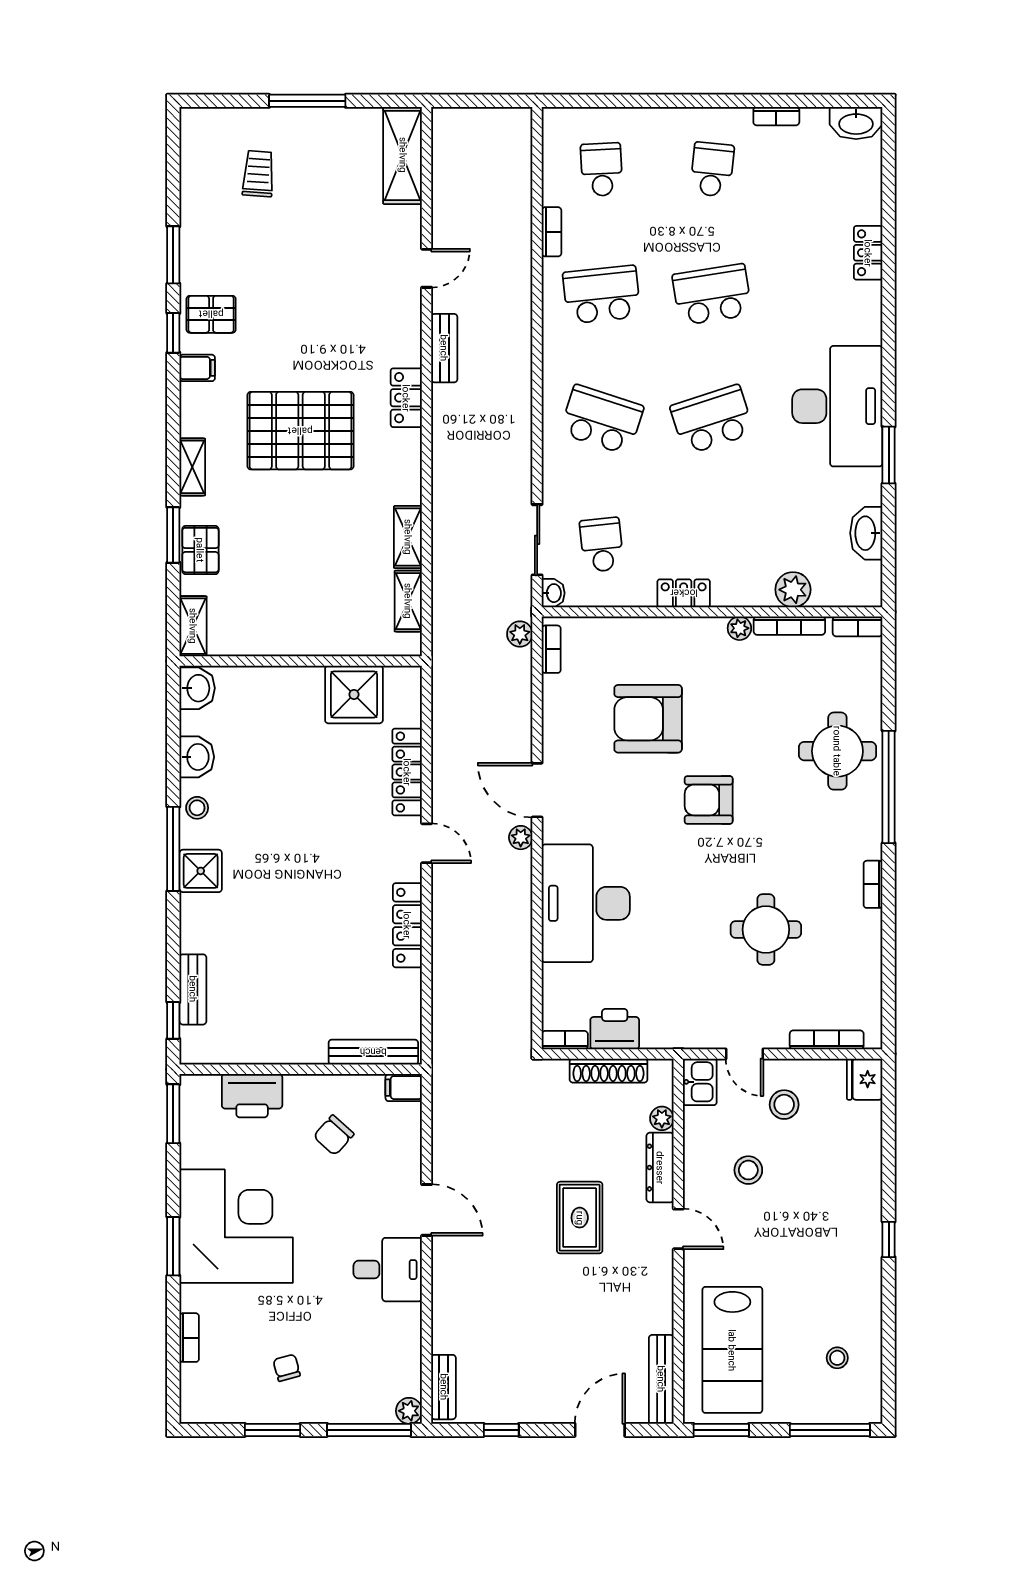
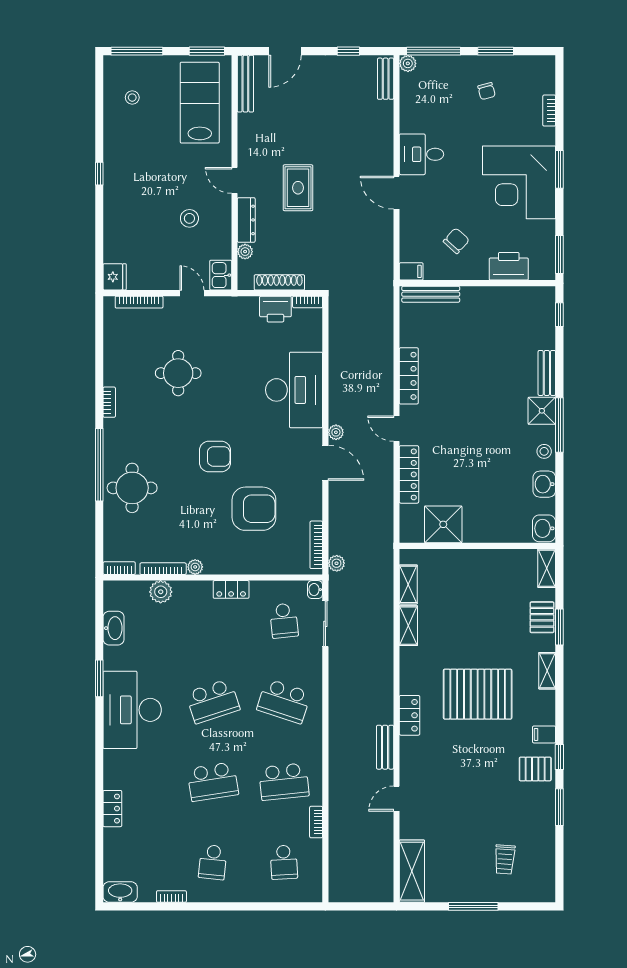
bookcase: (551, 649) -> (316, 545), width x1.56
bench: (193, 989) -> (547, 373), moved
stool: (784, 1105) -> (166, 260), removed

